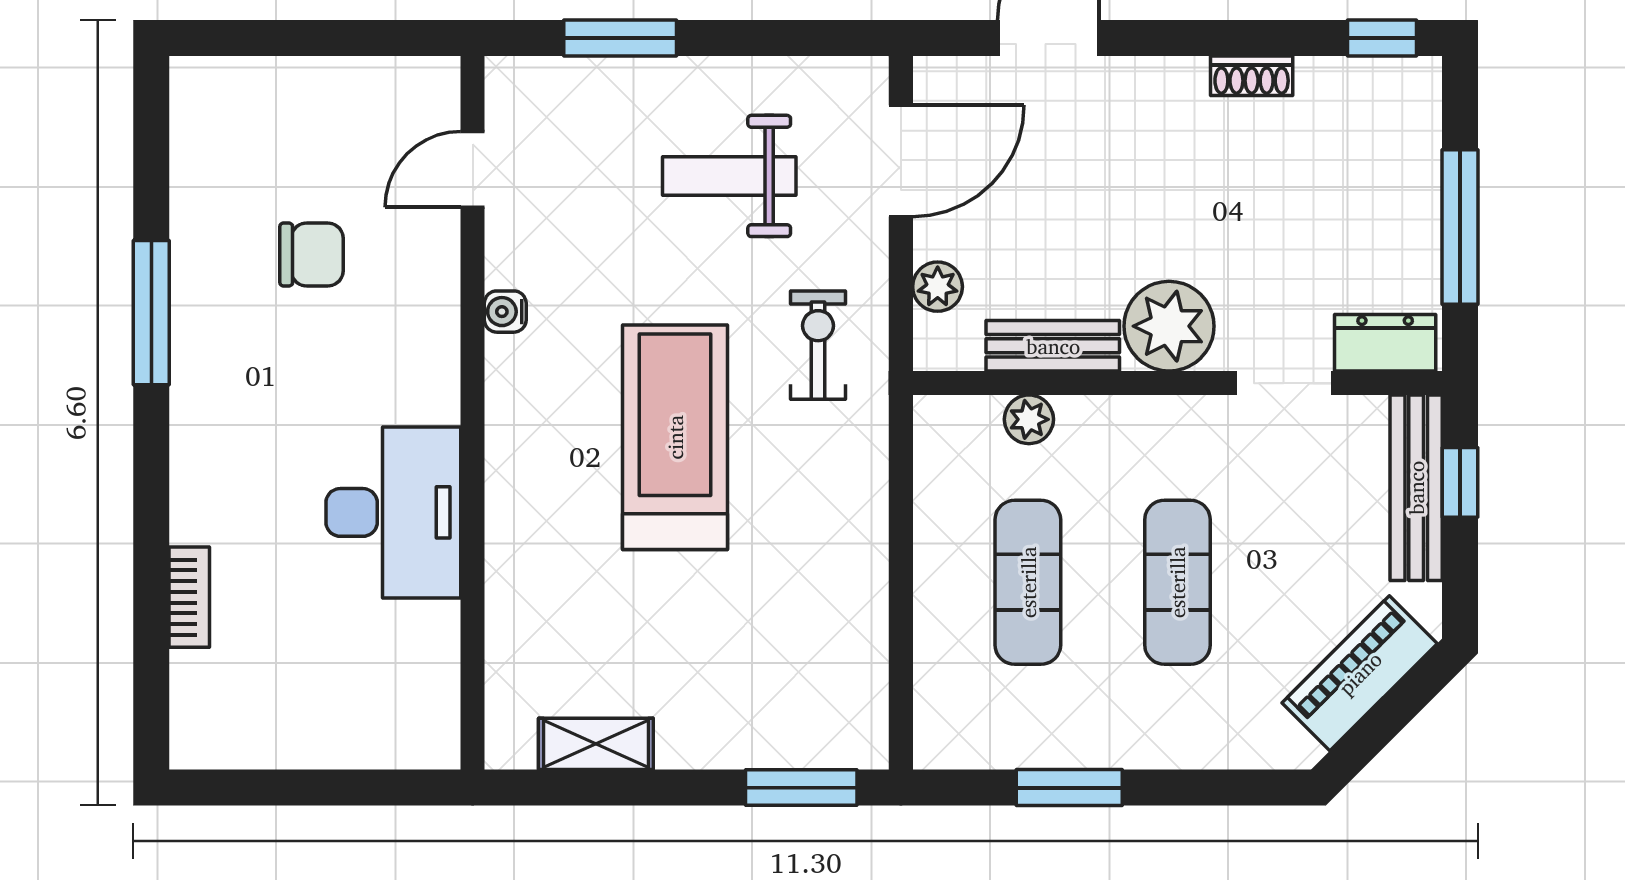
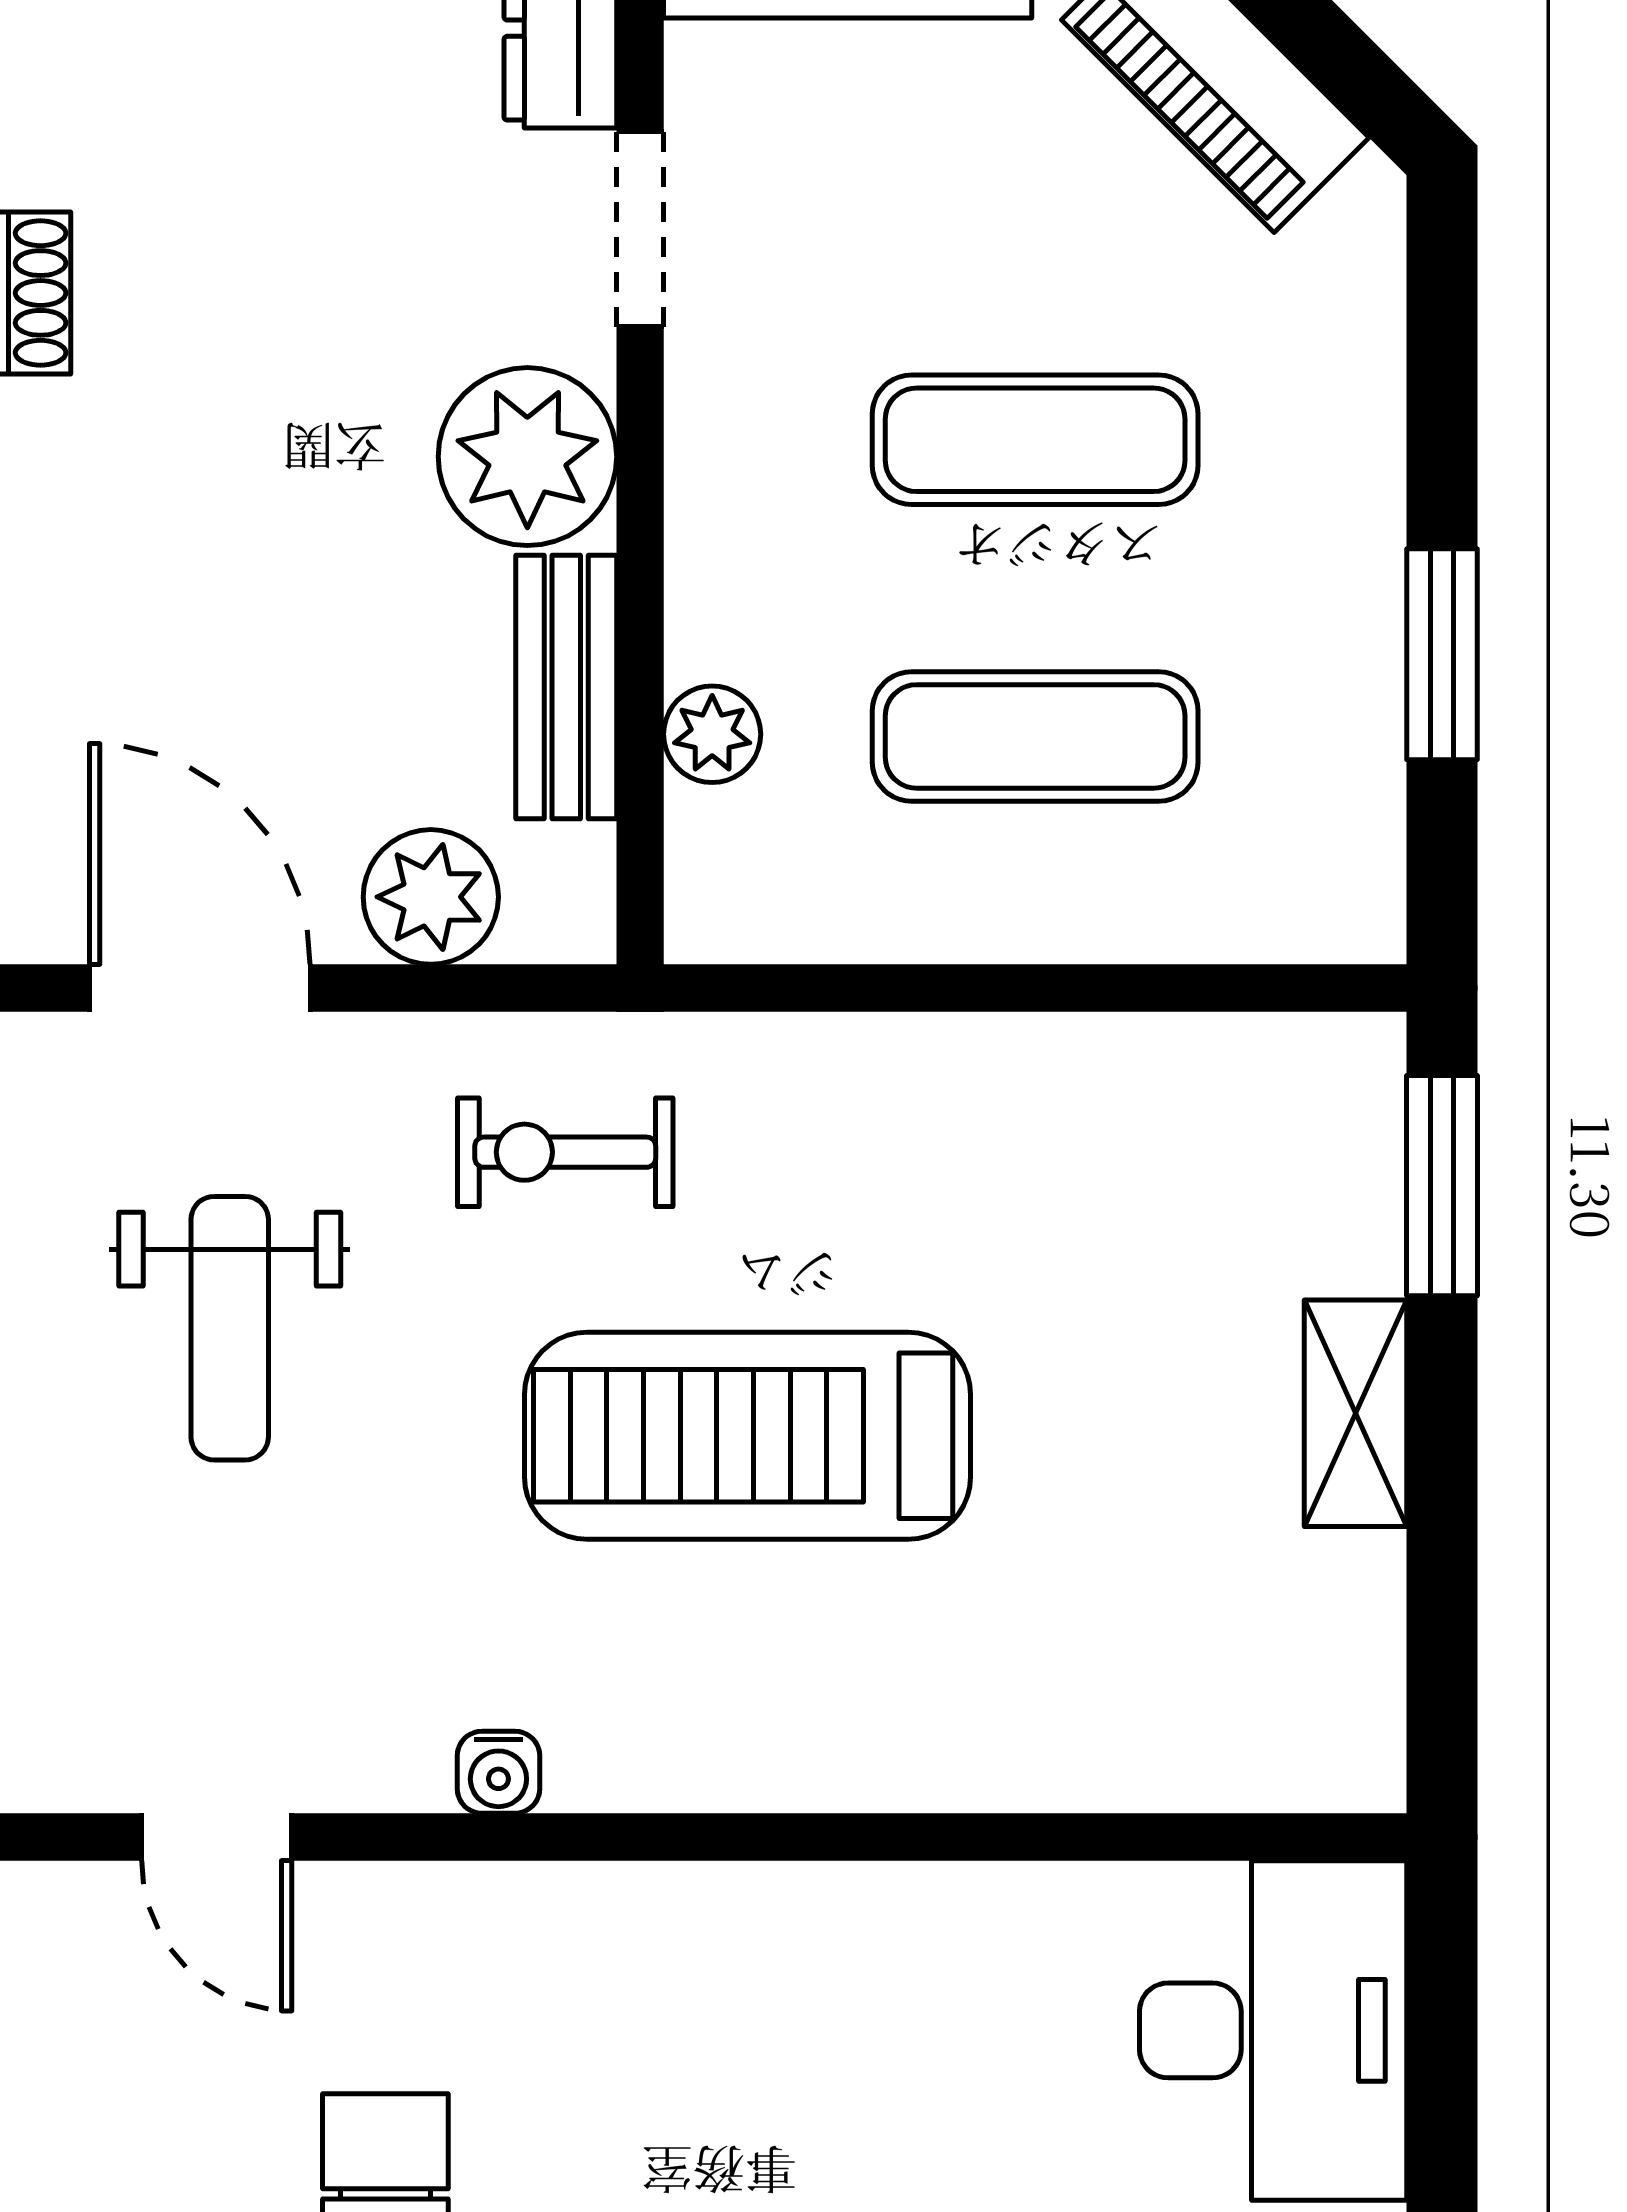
plant: (938, 287) -> (431, 897), width x1.38, depth x1.38
desk: (393, 512) -> (1273, 2030), moved, turned 90
shelving: (596, 744) -> (1356, 1413), moved

